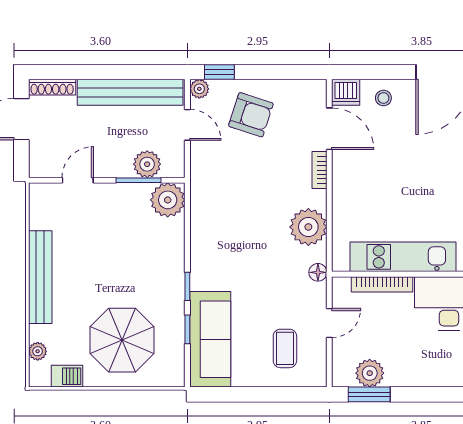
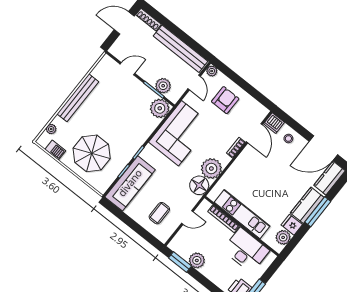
window: (219, 72) -> (226, 71), removed
armchair: (251, 115) -> (225, 100), turned -108
corner sofa: (224, 212) -> (180, 133), added
floor lamp: (318, 272) -> (199, 185), width x1.89, depth x1.89
plant: (370, 373) -> (197, 260), moved

